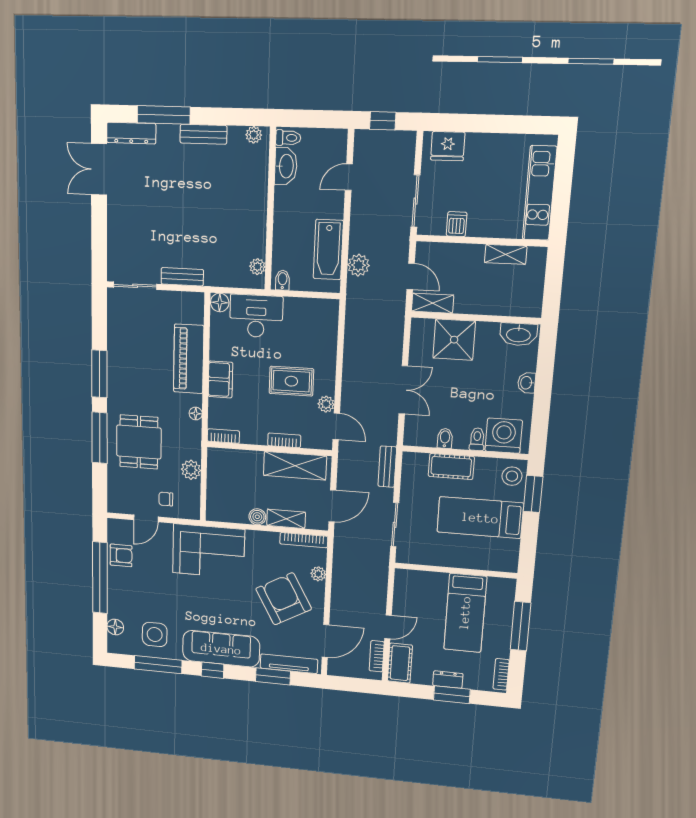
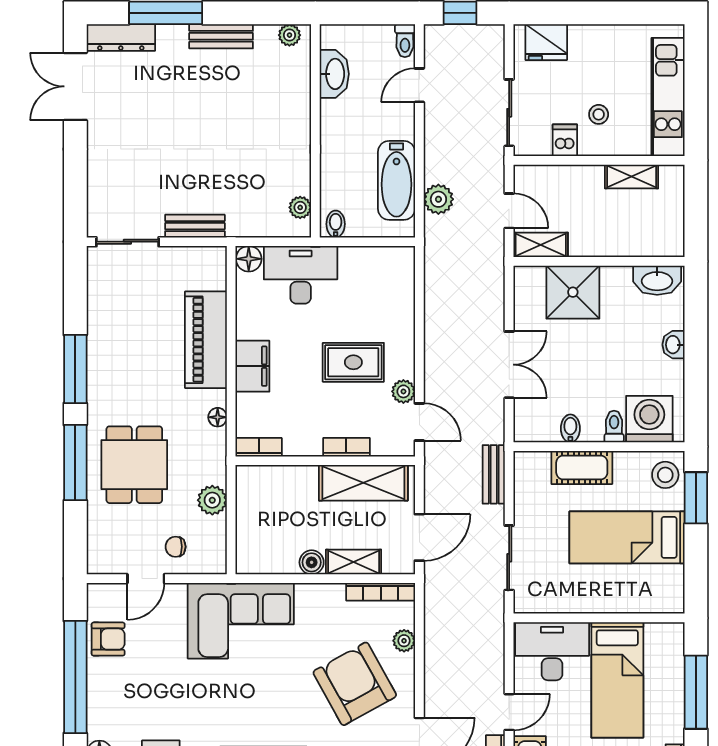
toilet: (288, 138) -> (405, 41), moved, turned 90
stool: (484, 205) -> (599, 114), added
desk: (421, 590) -> (552, 651), added

